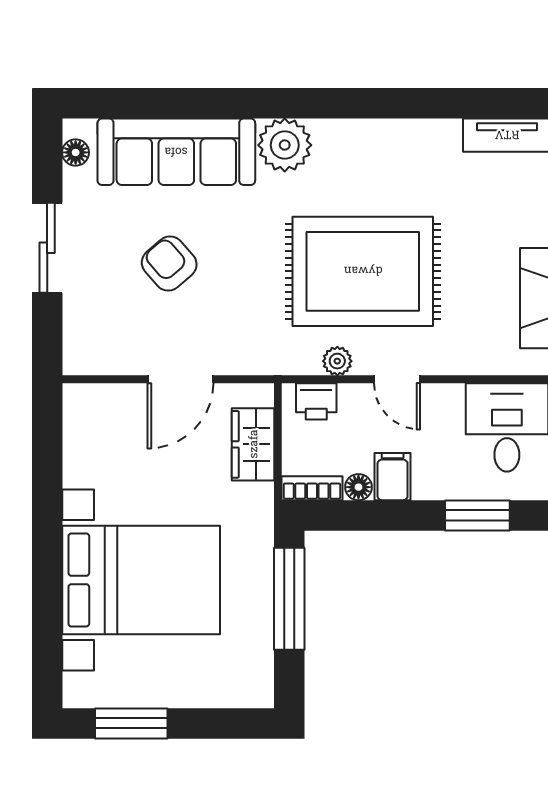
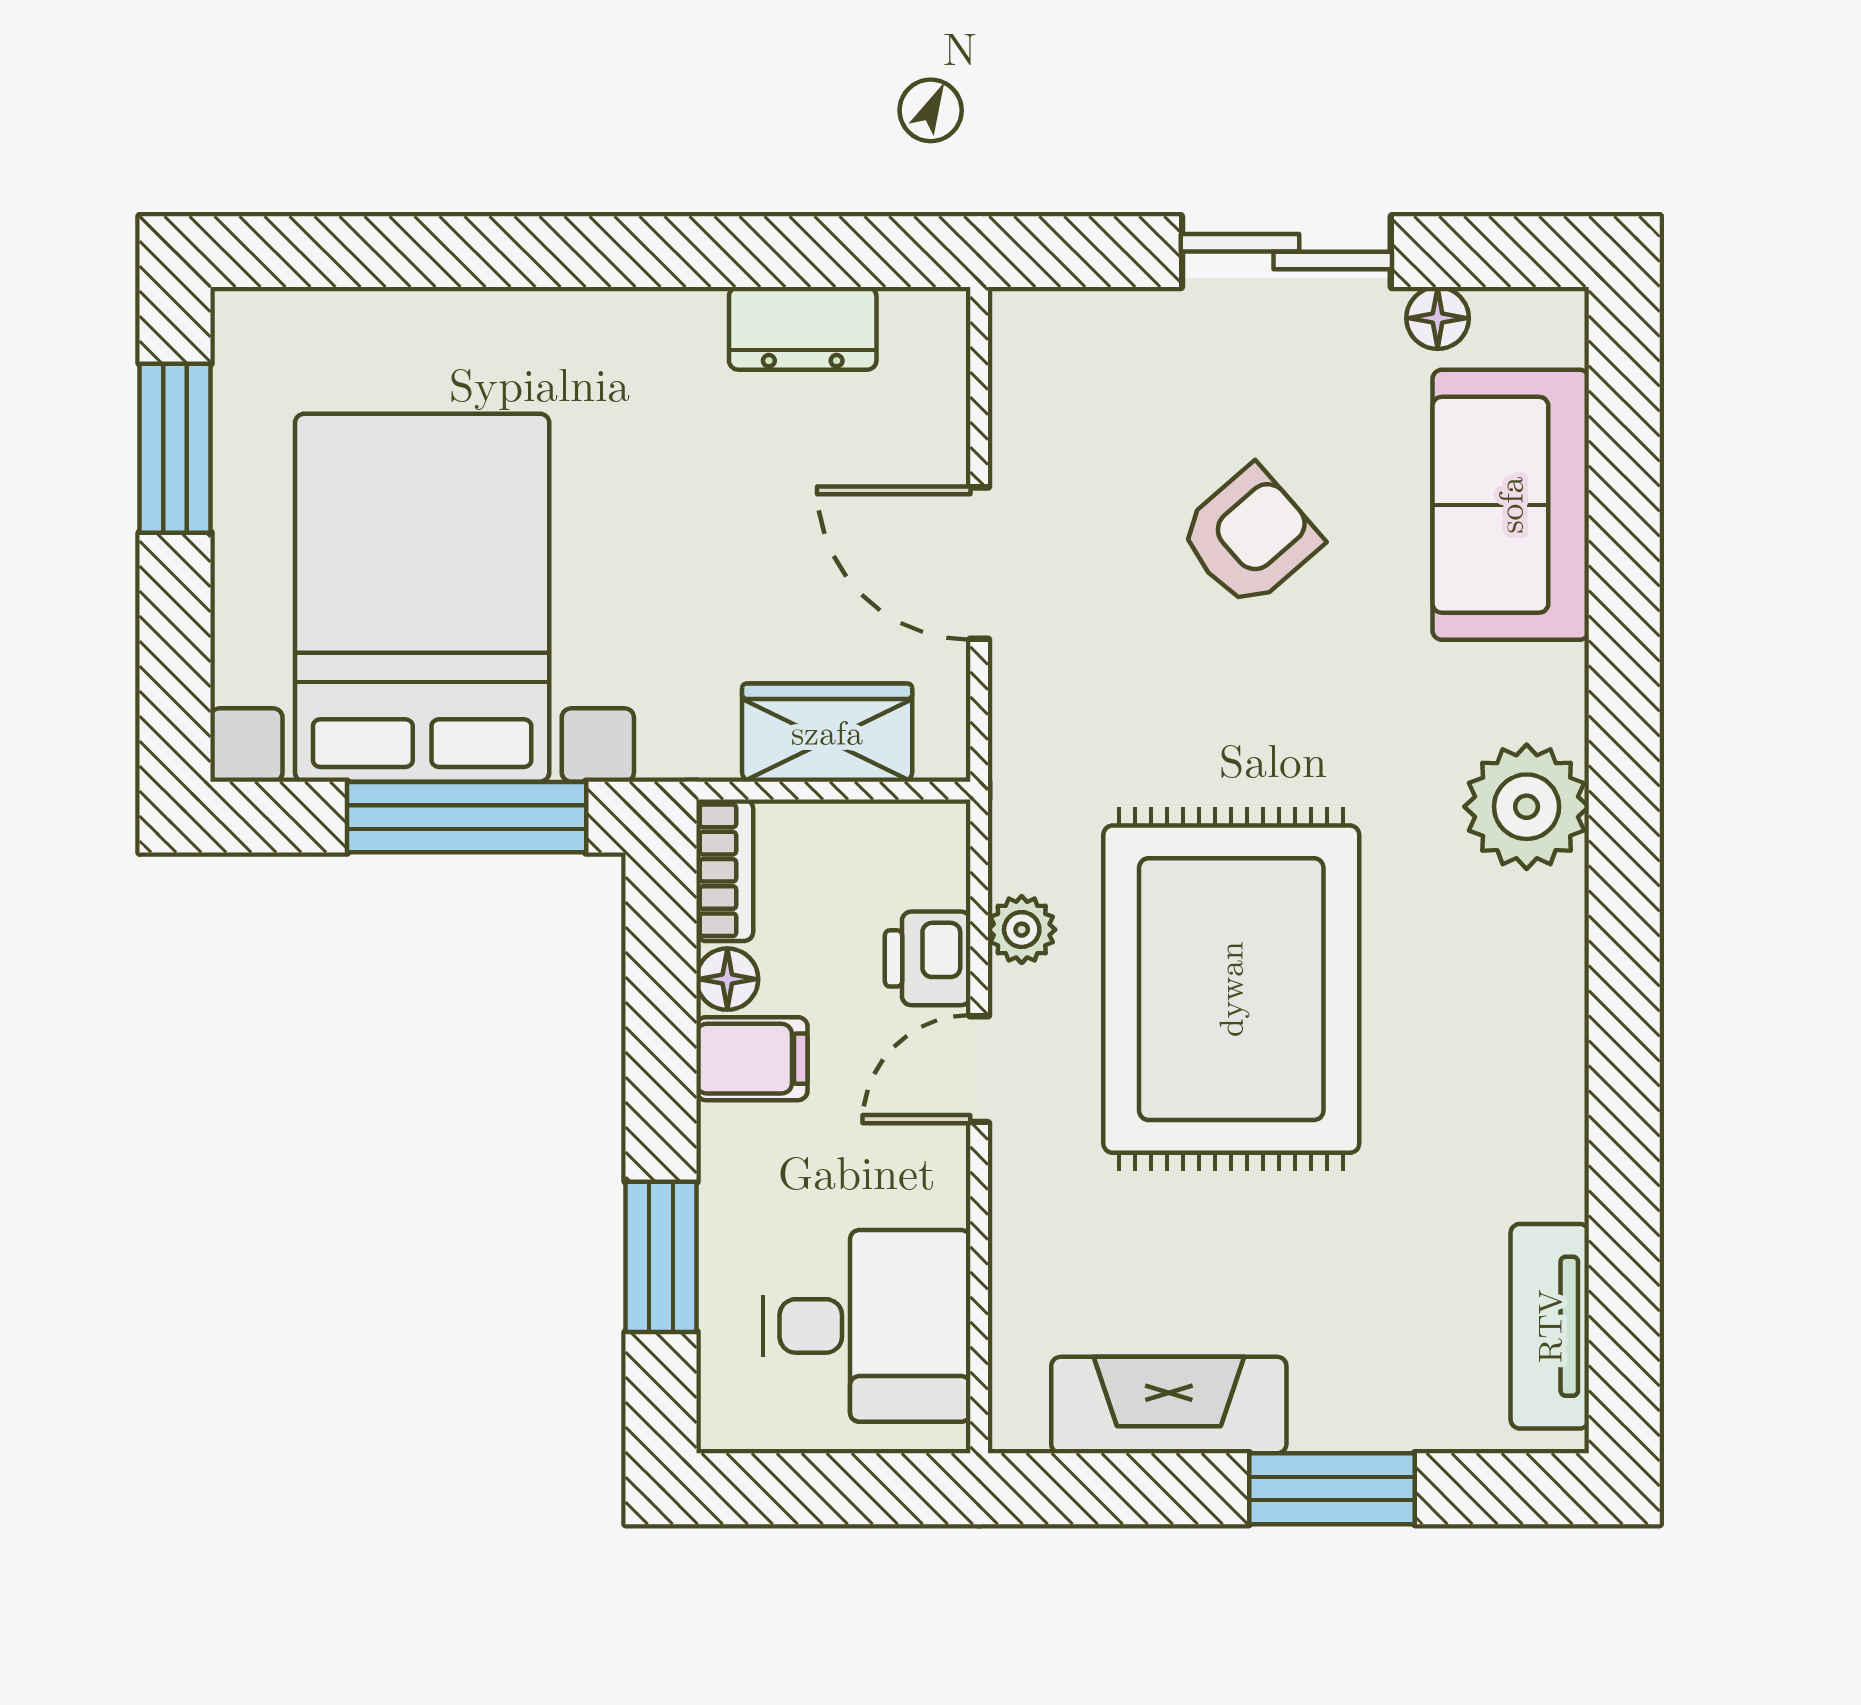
floor lamp: (76, 152) -> (1438, 318), moved
sofa: (176, 152) -> (1511, 505), width x0.73
printer: (316, 401) -> (928, 958), moved
dresser: (80, 455) -> (803, 328), added
bed with nightstands: (141, 580) -> (422, 598), moved, turned 180

